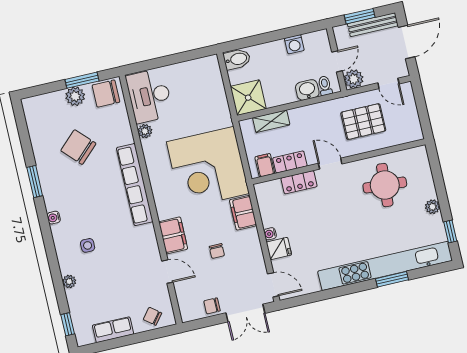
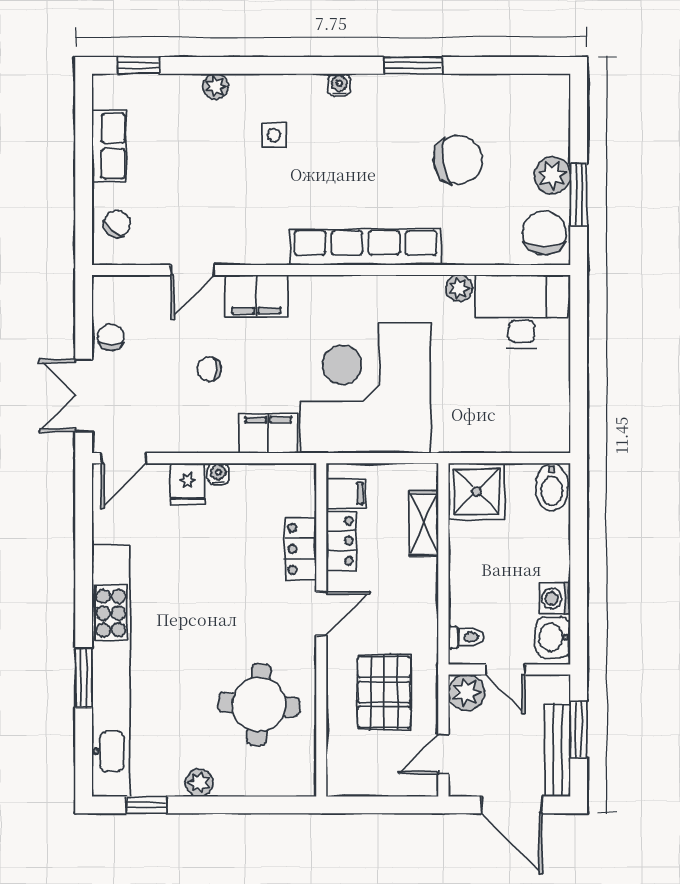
washbasin: (307, 90) -> (553, 637), moved, turned 180
chair: (78, 147) -> (458, 160), turned 35

